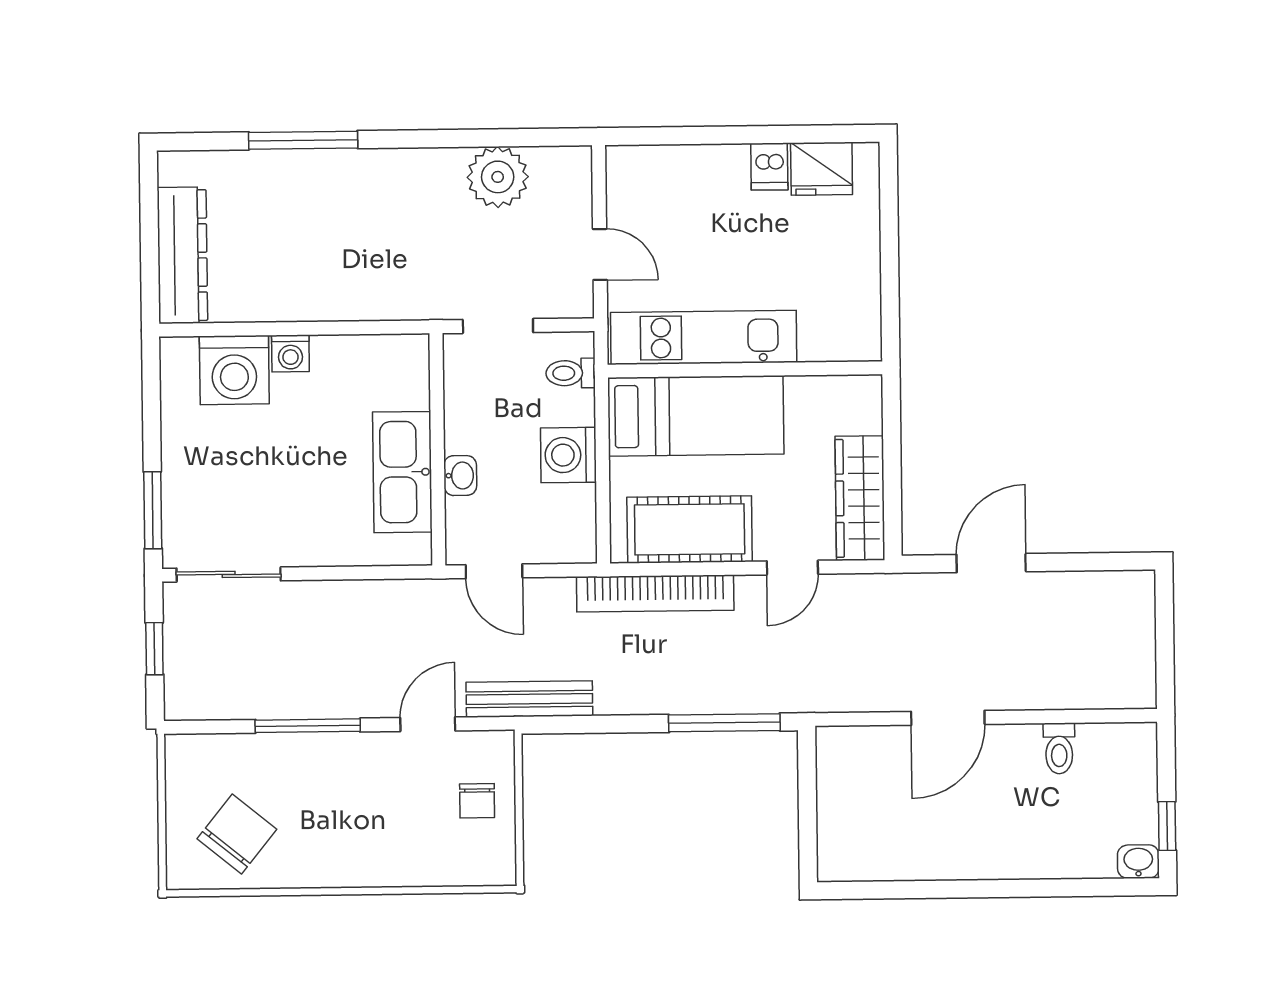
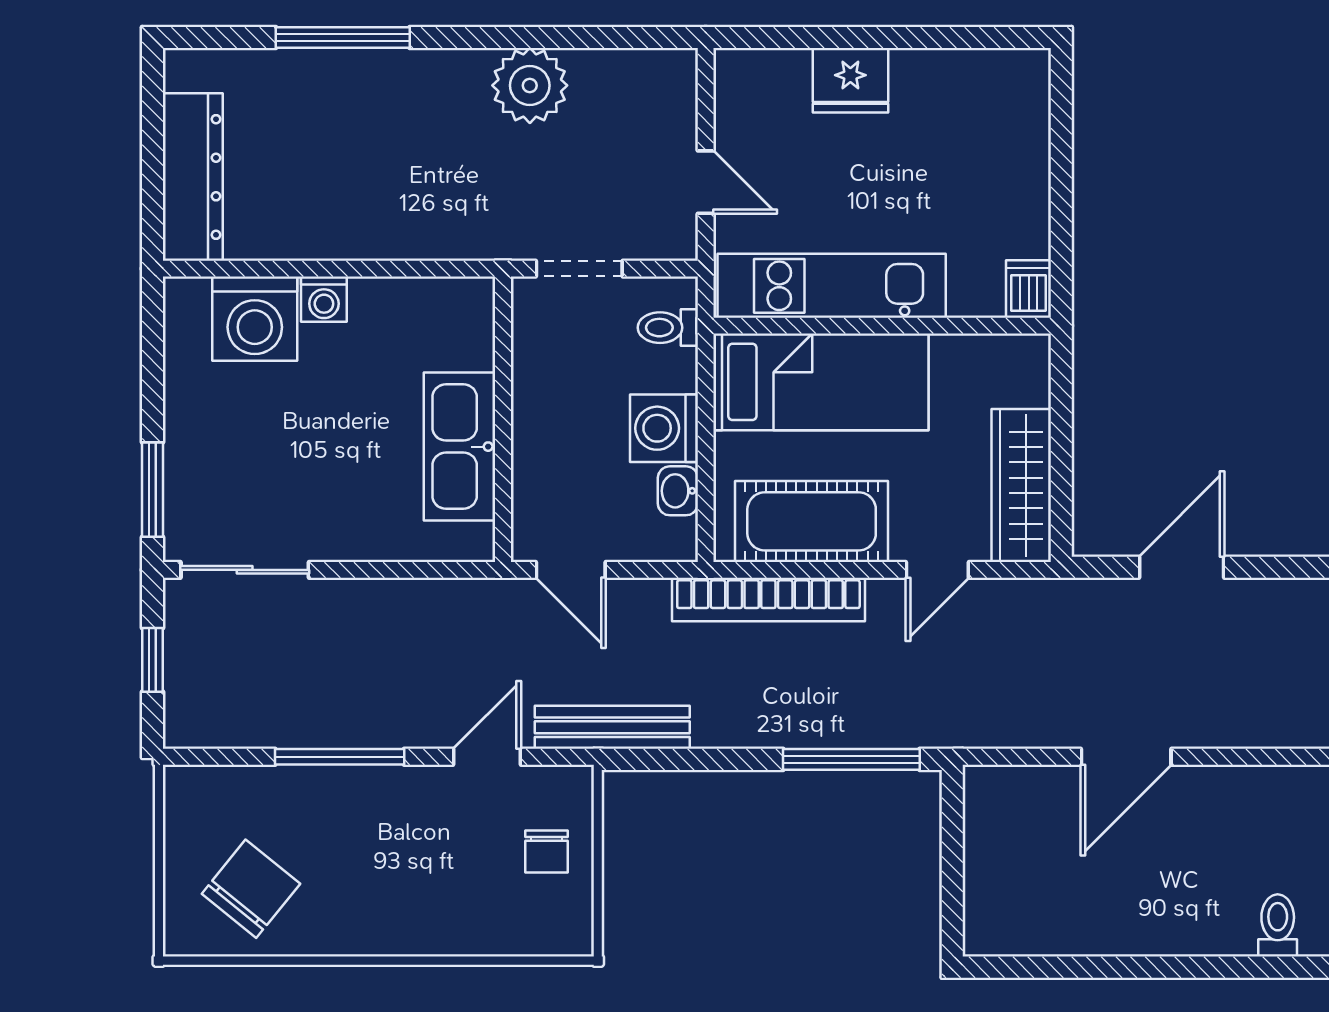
dishwasher: (769, 166) -> (1029, 289), moved, turned 180
fridge: (822, 169) -> (850, 80), moved
plant: (498, 177) -> (530, 85), moved
washbasin: (460, 476) -> (678, 491), moved, turned 180
toilet: (1059, 748) -> (1278, 925), moved, turned 180

